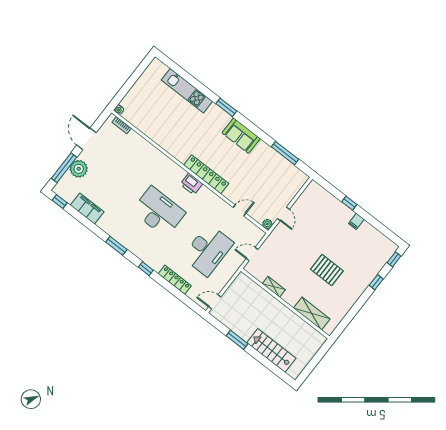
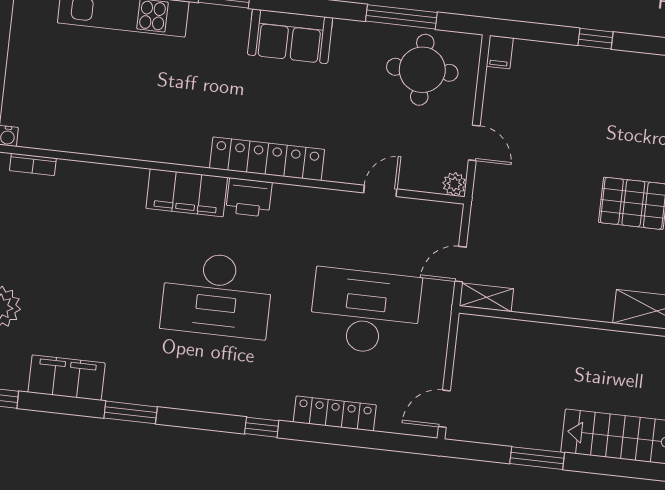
filing cabinet: (170, 169) -> (187, 193), added
round table: (281, 176) -> (422, 70), added
desk: (159, 212) -> (217, 295), turned 180
filing cabinet: (356, 221) -> (500, 52), moved
window: (116, 246) -> (131, 412), moved
desk: (208, 250) -> (365, 311), turned -90
shelving: (274, 287) -> (486, 297), moved

